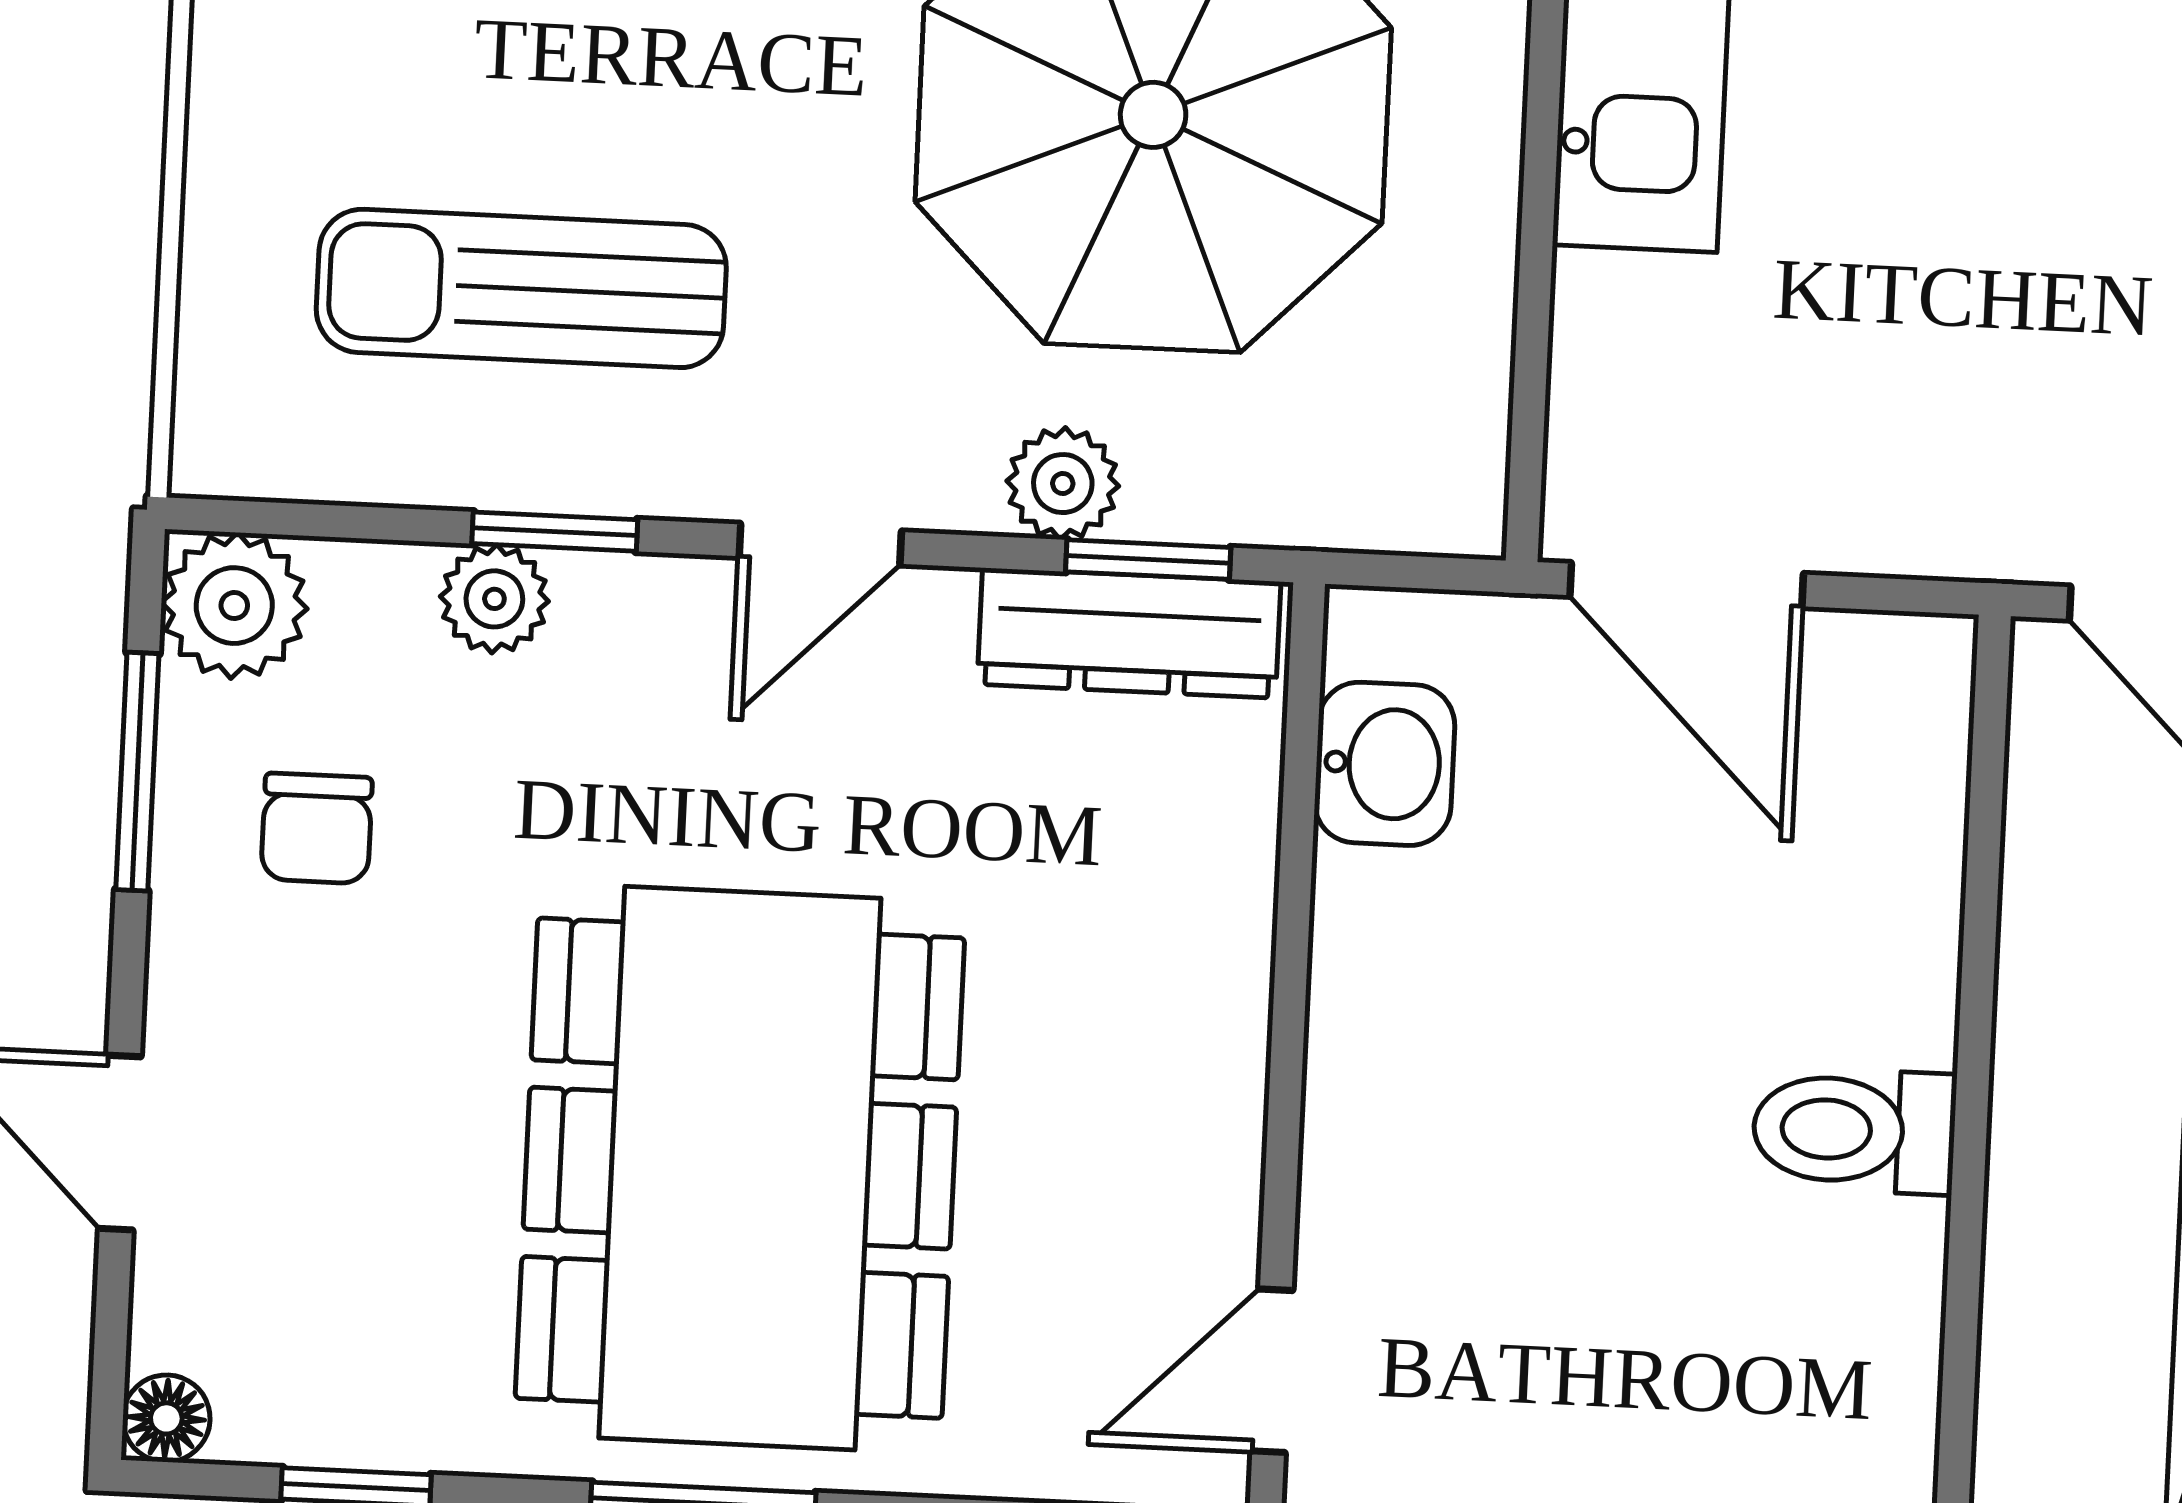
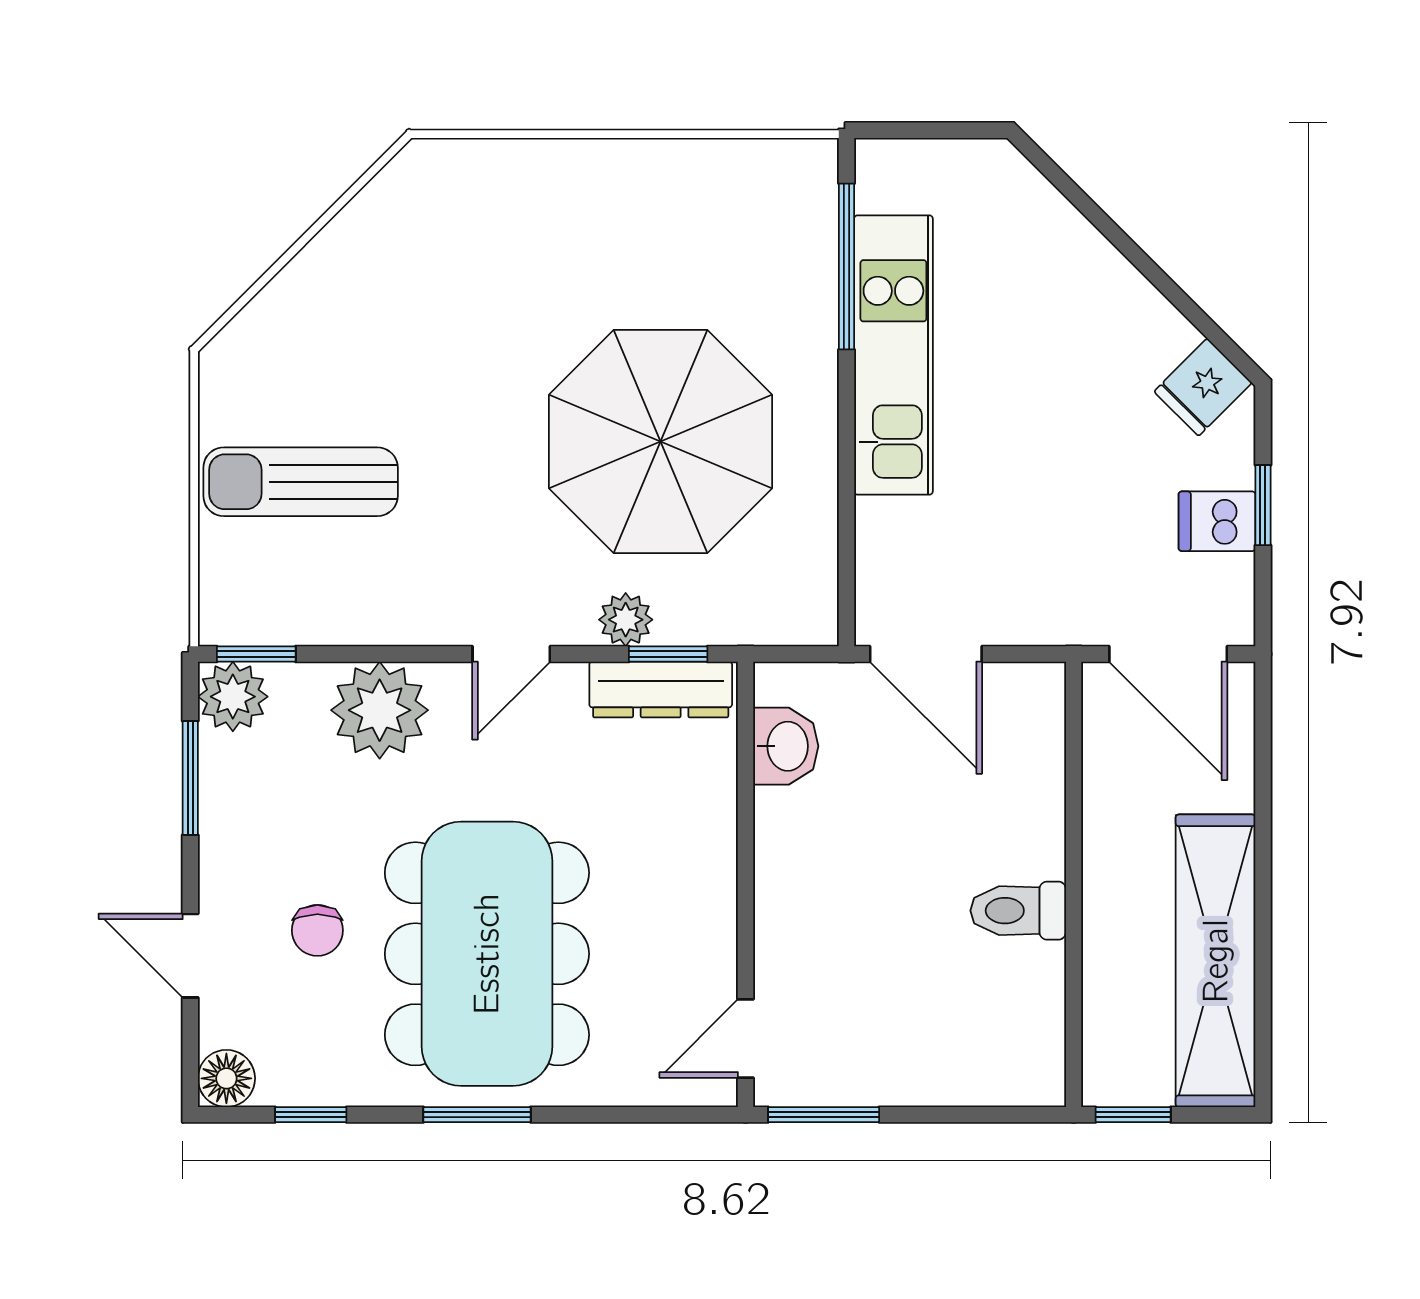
sun lounger: (521, 288) -> (301, 482), moved
window: (555, 532) -> (256, 654), moved
plant: (494, 599) -> (380, 710), width x1.88, depth x1.88
chair: (317, 828) -> (317, 930), moved
floor lamp: (166, 1418) -> (226, 1078), width x1.37, depth x1.37

